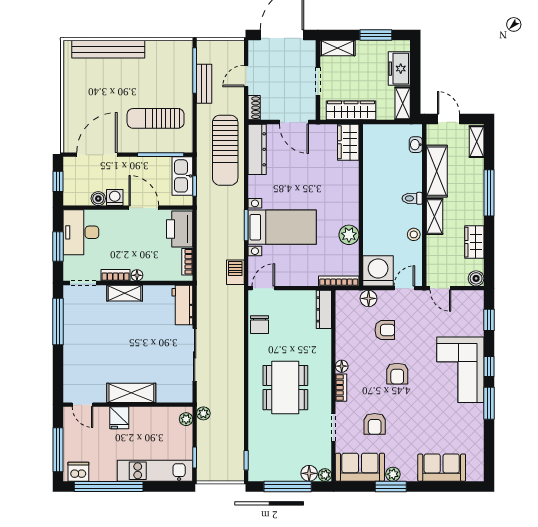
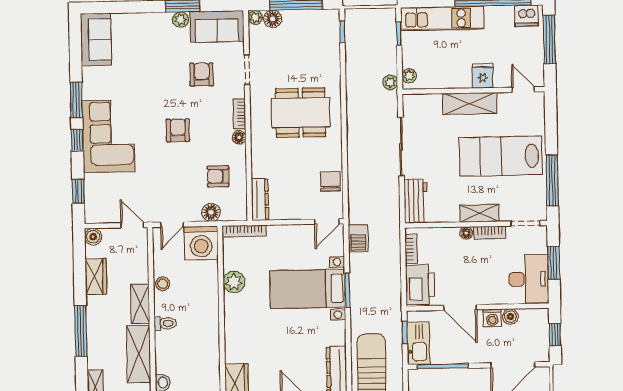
armchair: (385, 330) -> (218, 176), moved
lab bench: (104, 344) -> (501, 156), added
dining table: (285, 388) -> (301, 113), turned 90
sofa: (442, 468) -> (96, 40), moved, turned -90

